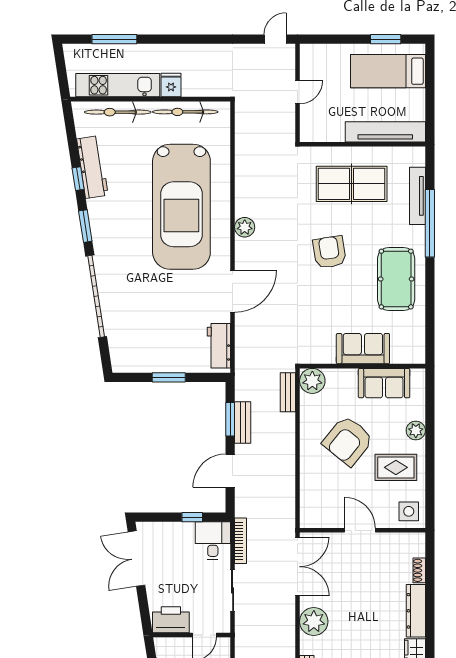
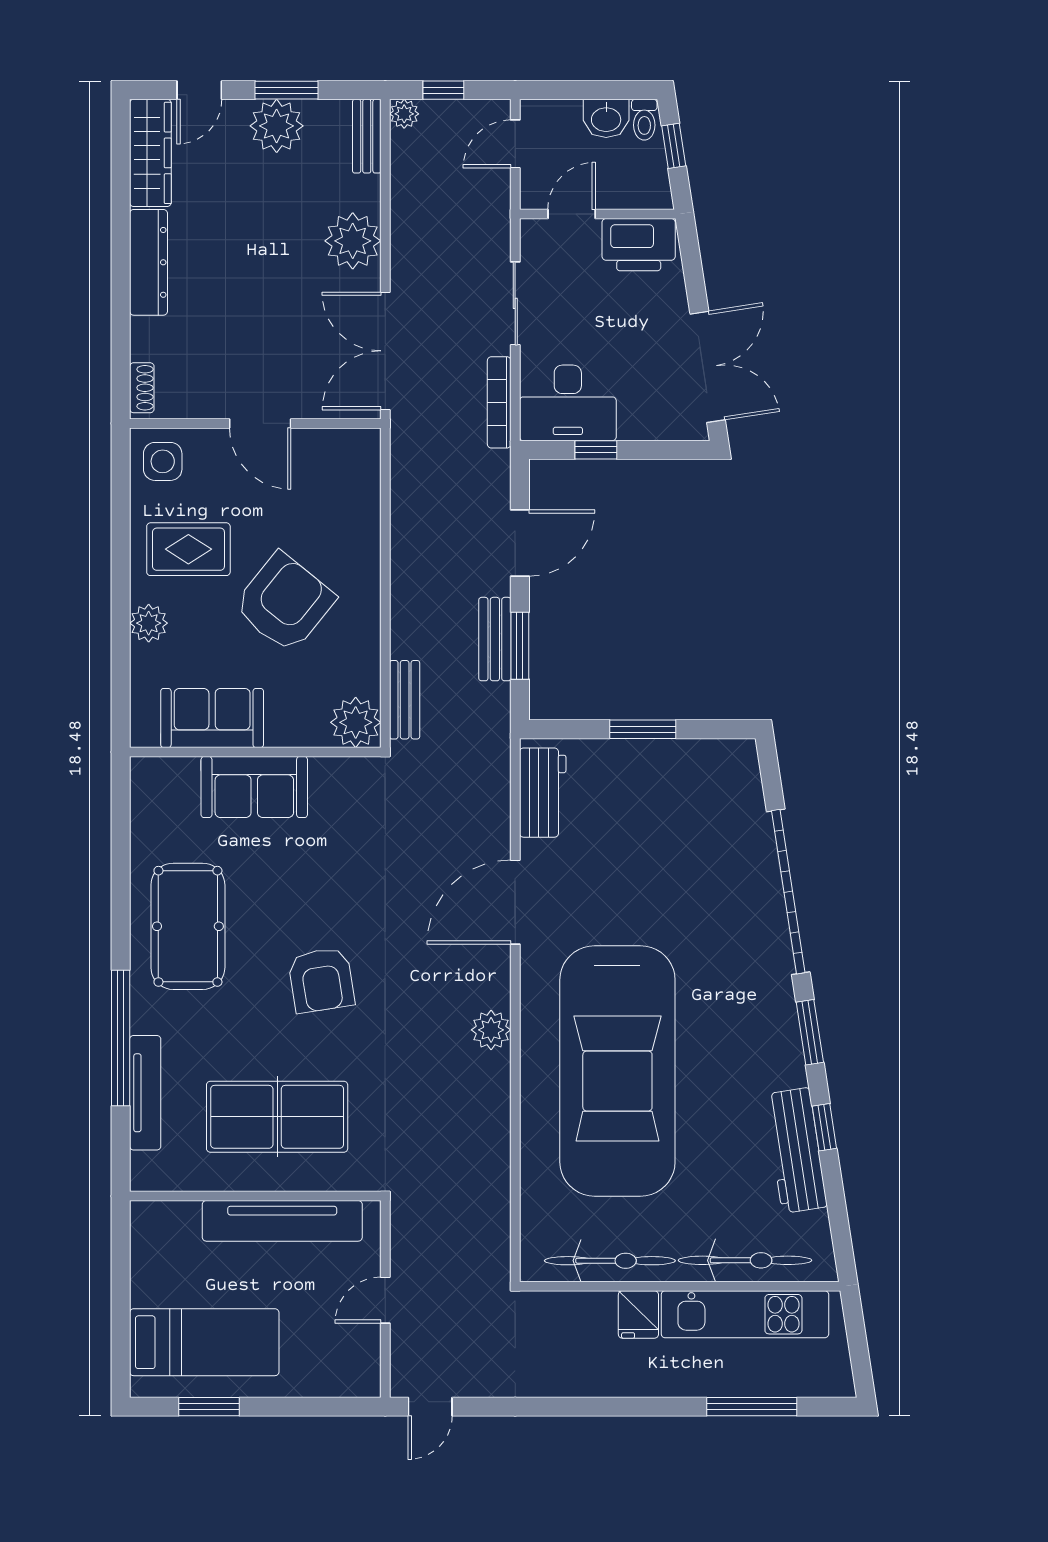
tv unit: (385, 132) -> (282, 1221), moved
car: (181, 207) -> (617, 1071), turned 180
desk: (213, 541) -> (568, 403), width x1.37
shoe rack: (419, 570) -> (142, 388), moved

